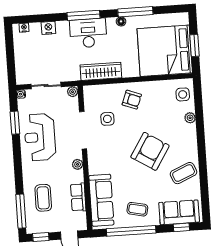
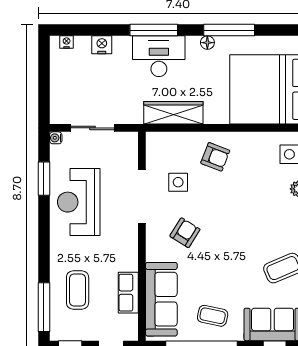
plant: (73, 92) -> (130, 139), removed
armchair: (150, 151) -> (185, 233), moved, width x0.53, depth x0.53
plant: (78, 164) -> (130, 245), removed

